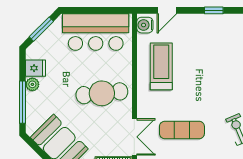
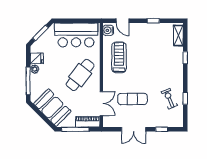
door: (167, 10) -> (123, 21), hinge flipped
cafe table: (102, 93) -> (80, 75), turned -46

